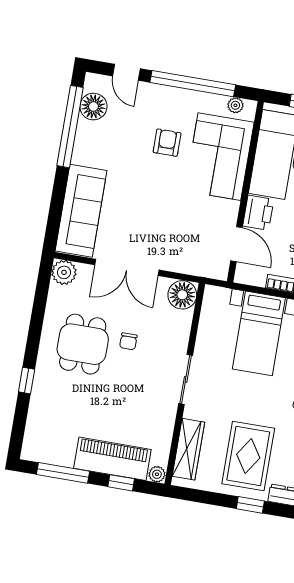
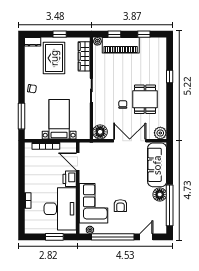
door: (126, 72) -> (146, 237), hinge flipped
floor lamp: (93, 107) -> (160, 194), moved
window: (63, 473) -> (144, 34), width x0.46
window: (250, 505) -> (60, 34), moved

